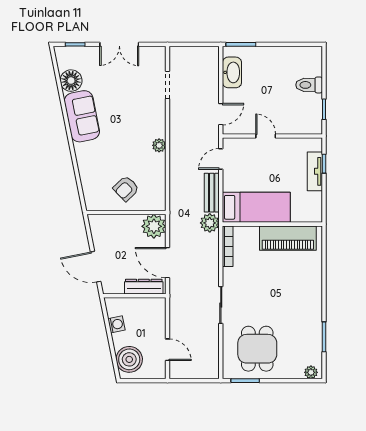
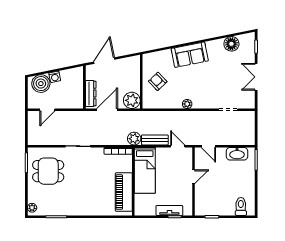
toilet: (309, 85) -> (241, 206), moved
sofa: (82, 116) -> (190, 55), moved
washing machine: (116, 324) -> (55, 77), moved

